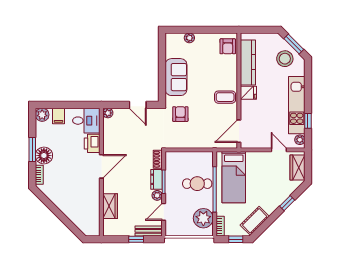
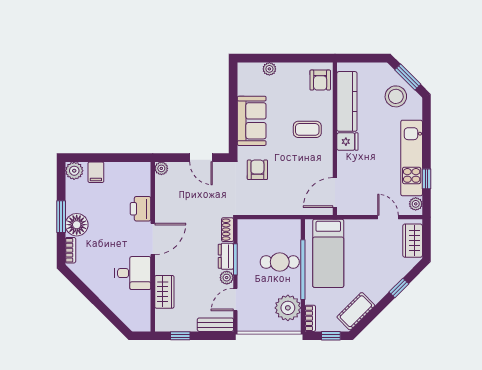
coffee table: (225, 97) -> (307, 129), moved
desk: (86, 121) -> (133, 273), moved
window: (136, 239) -> (180, 336), moved

